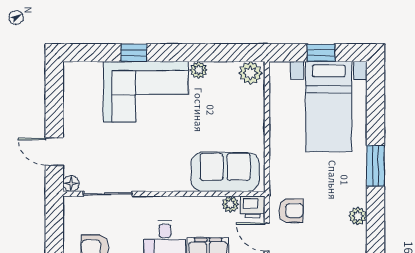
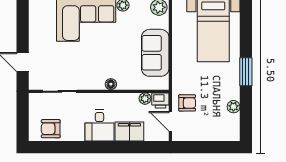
sofa: (225, 172) -> (155, 53), moved, turned -90
floor lamp: (71, 184) -> (111, 84), moved

